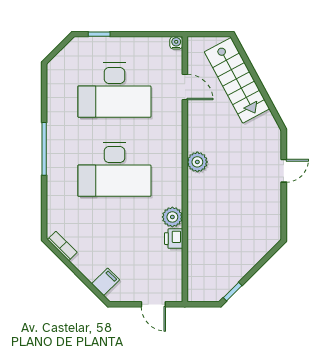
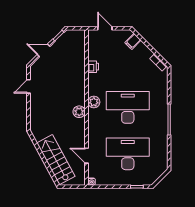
door: (284, 171) -> (28, 86), moved
plant: (172, 217) -> (94, 102), moved
door: (258, 266) -> (44, 50), added

